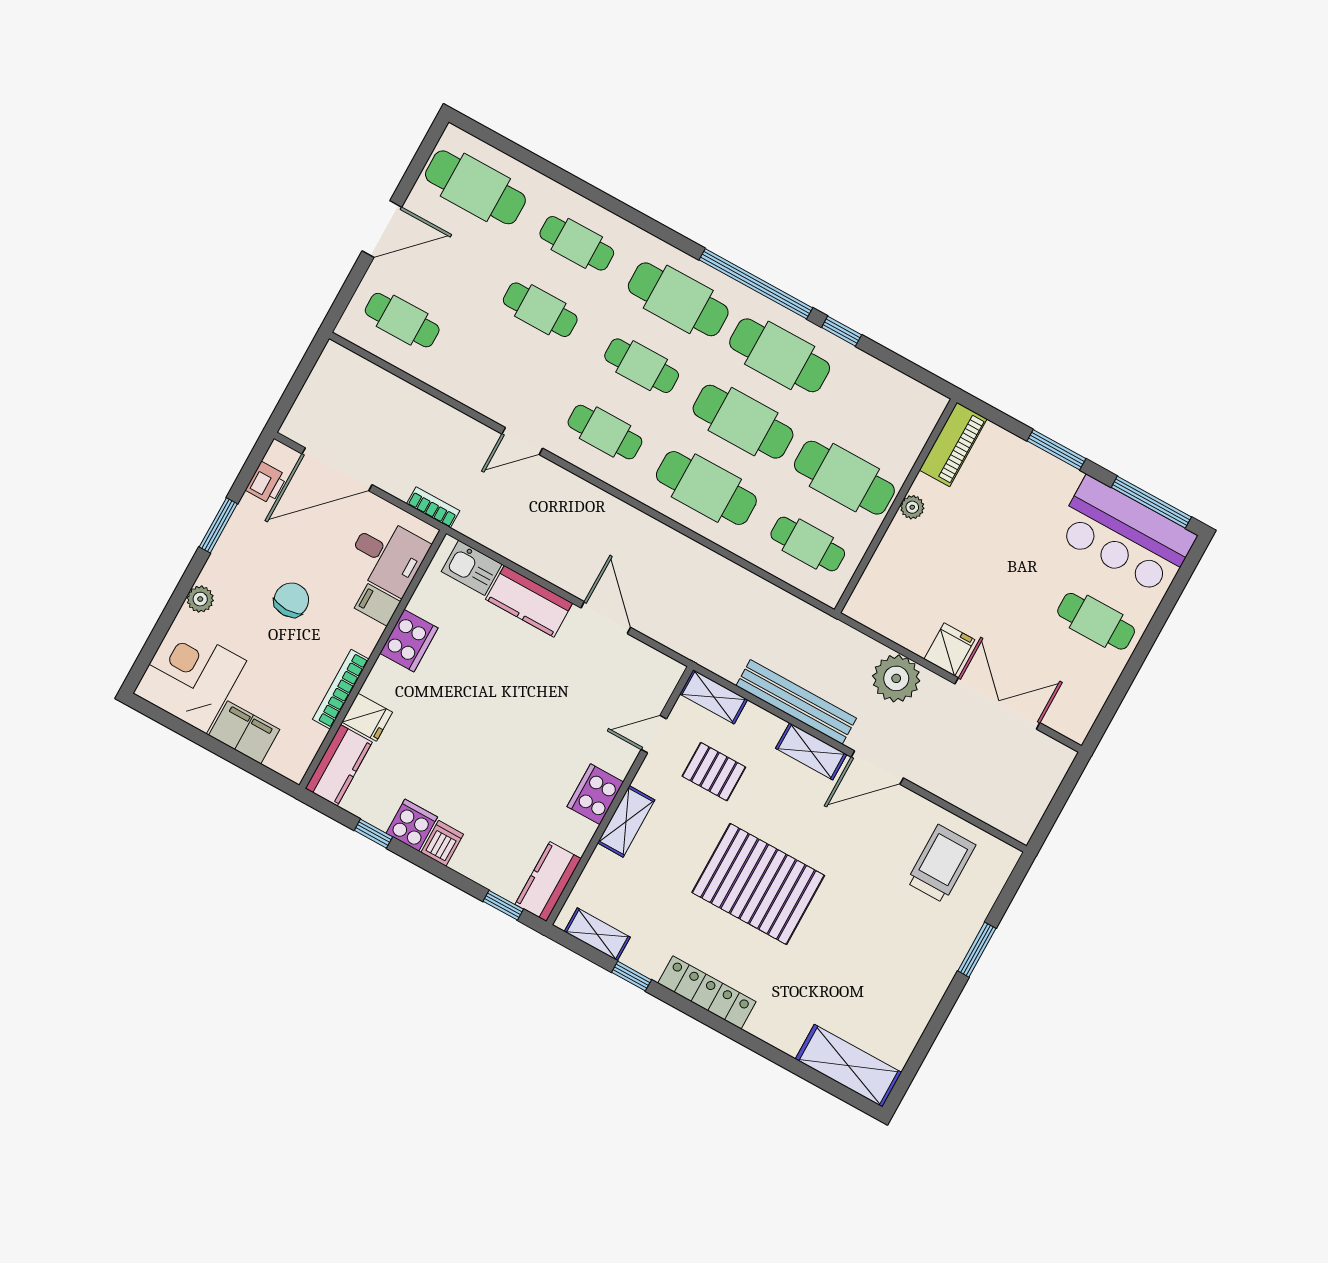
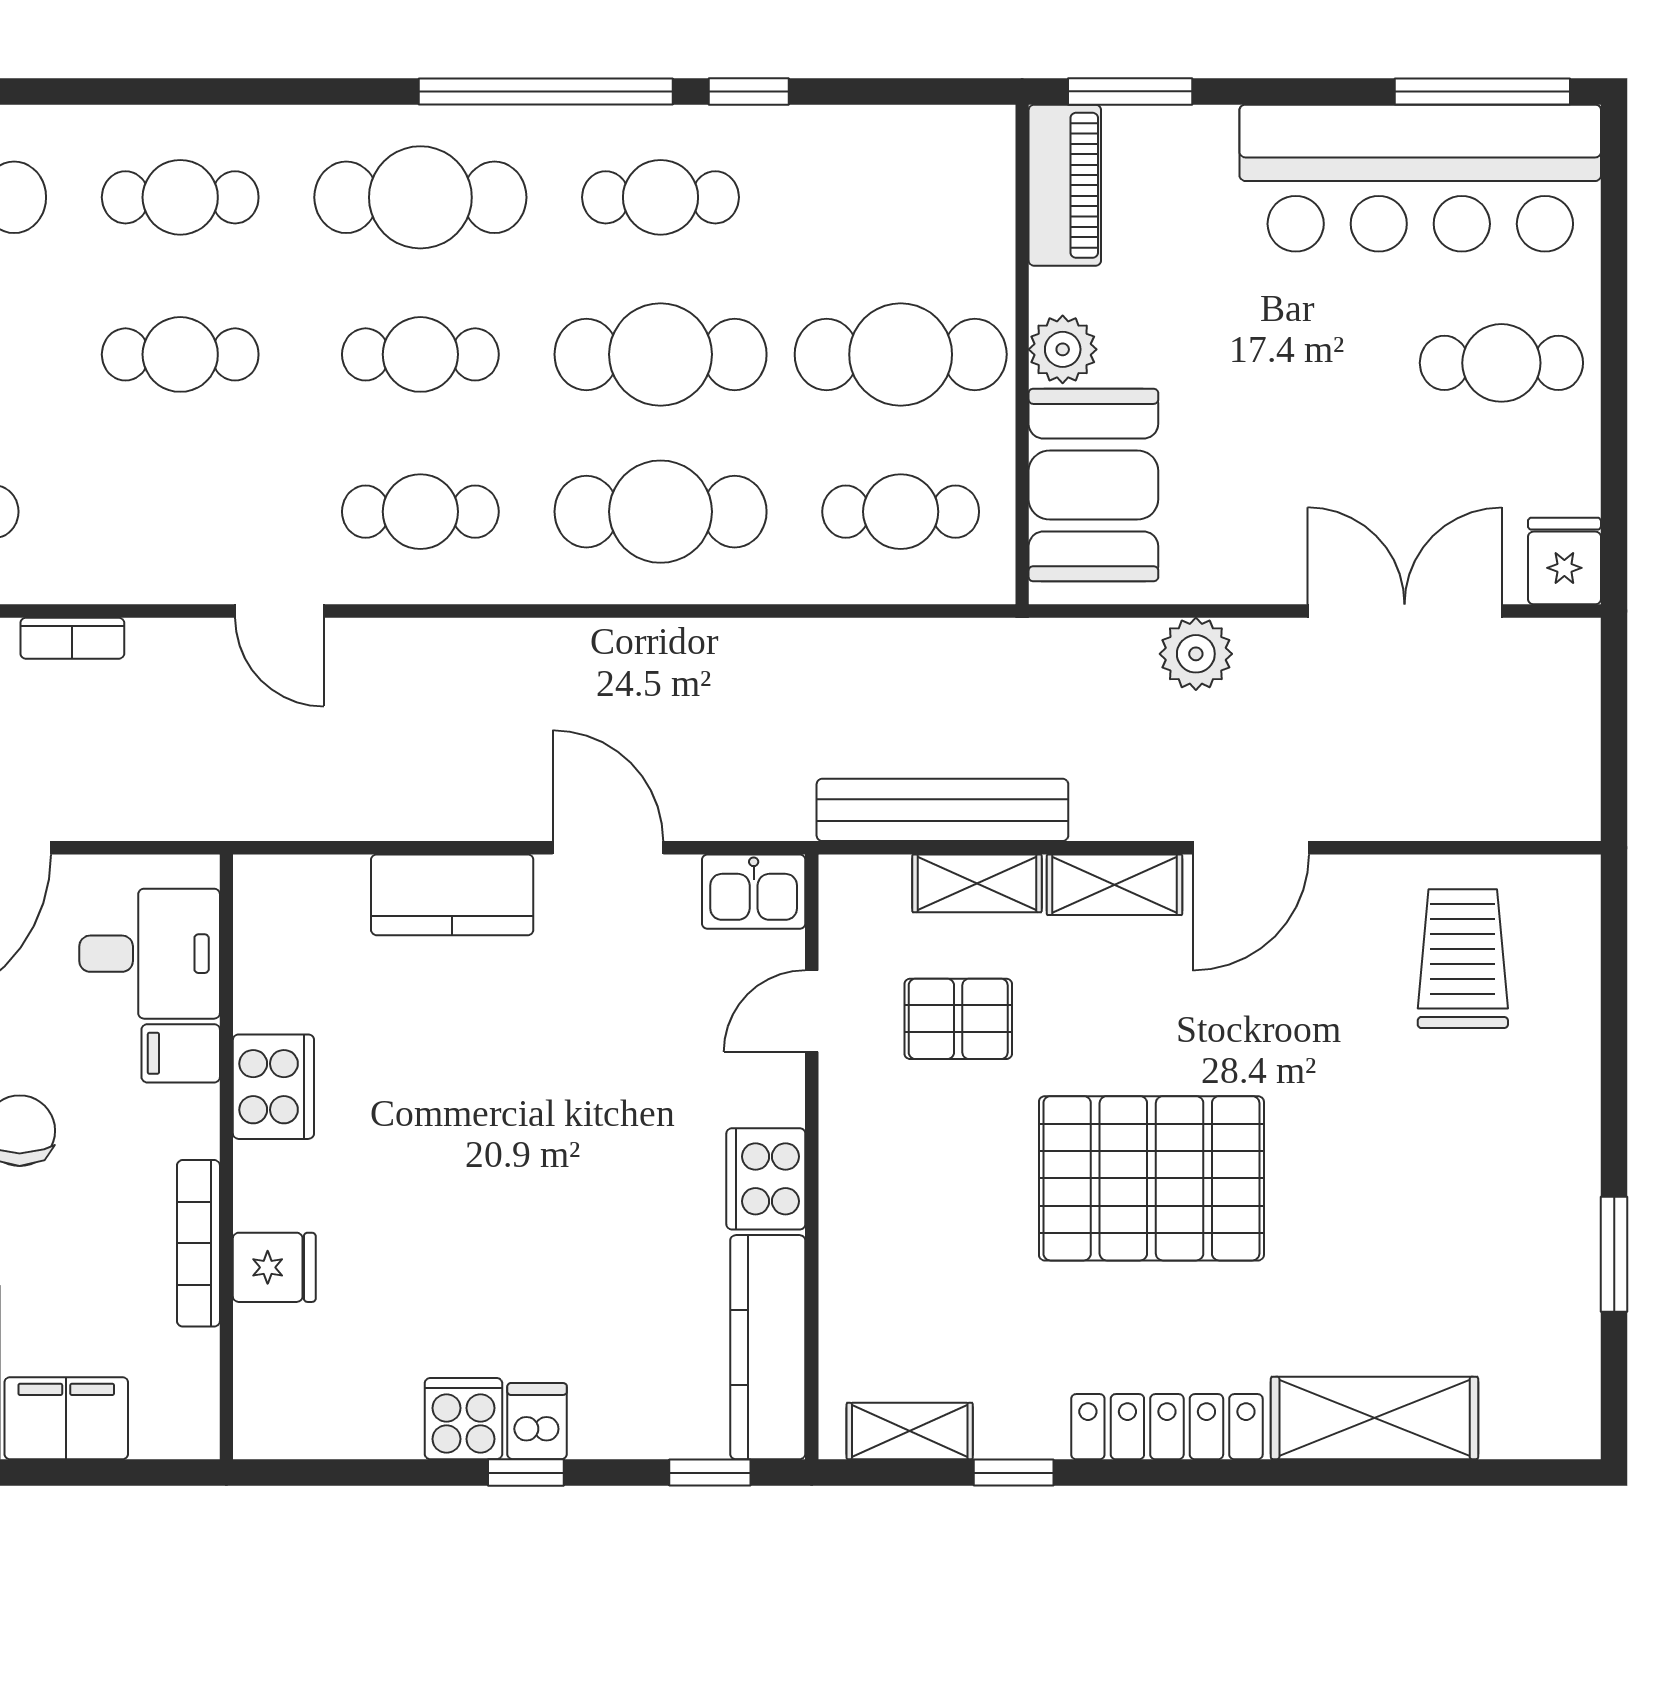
cafe table: (780, 355) -> (661, 197), width x0.73, depth x0.74
door: (522, 441) -> (279, 611), hinge flipped
window: (1056, 450) -> (1130, 91), moved
bookcase: (433, 507) -> (72, 638), moved, turned 180
plant: (912, 507) -> (1063, 349), width x1.38, depth x1.38
bar counter: (1125, 536) -> (1420, 178), width x1.36
kitchen sink: (472, 568) -> (754, 892), moved
booth: (895, 578) -> (1093, 485), added
fridge: (949, 649) -> (1564, 561), moved
plant: (896, 678) -> (1196, 654), width x0.73, depth x0.73
shelving: (714, 697) -> (977, 883), moved
bench: (796, 702) -> (942, 810), moved
kitchen counter: (339, 765) -> (271, 1383), removed
shelving: (626, 821) -> (849, 1197), removed
window: (373, 834) -> (526, 1473), moved
kitchen counter: (548, 882) -> (768, 1347), width x1.50
window: (977, 950) -> (1614, 1254), moved
shelving: (848, 1066) -> (1375, 1418), moved

